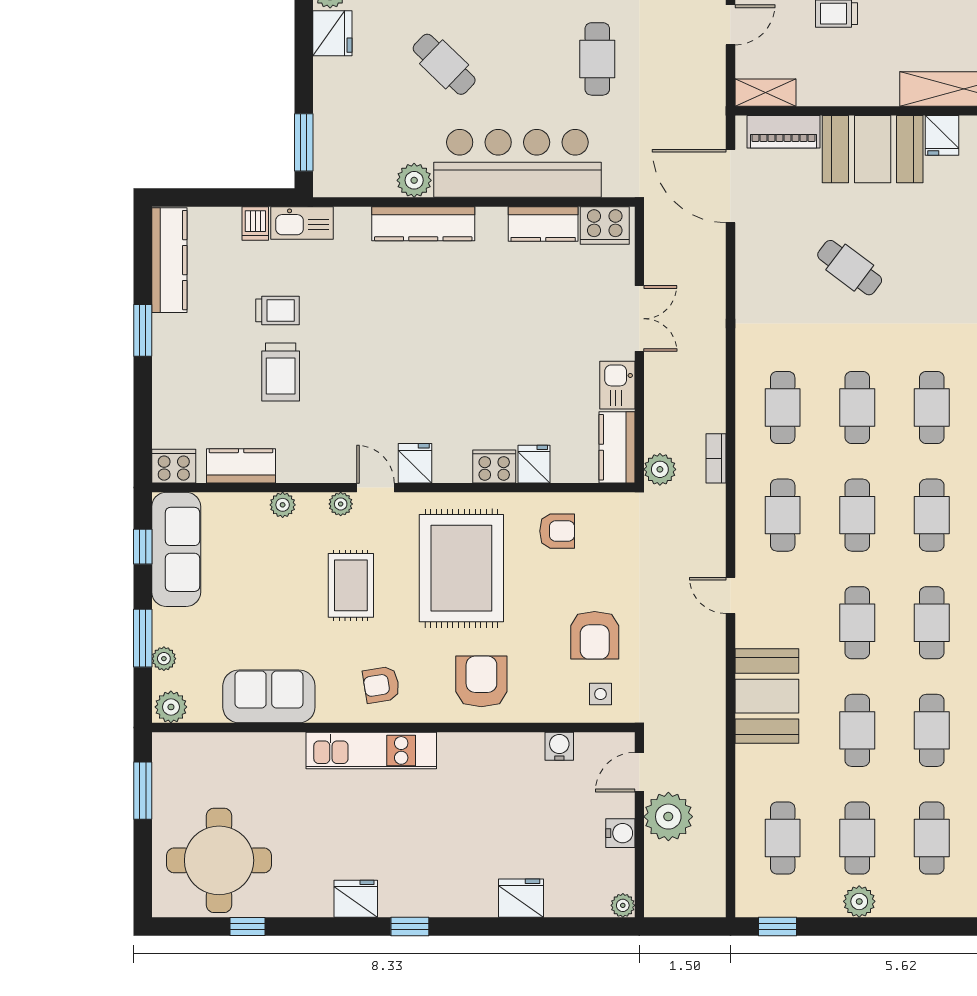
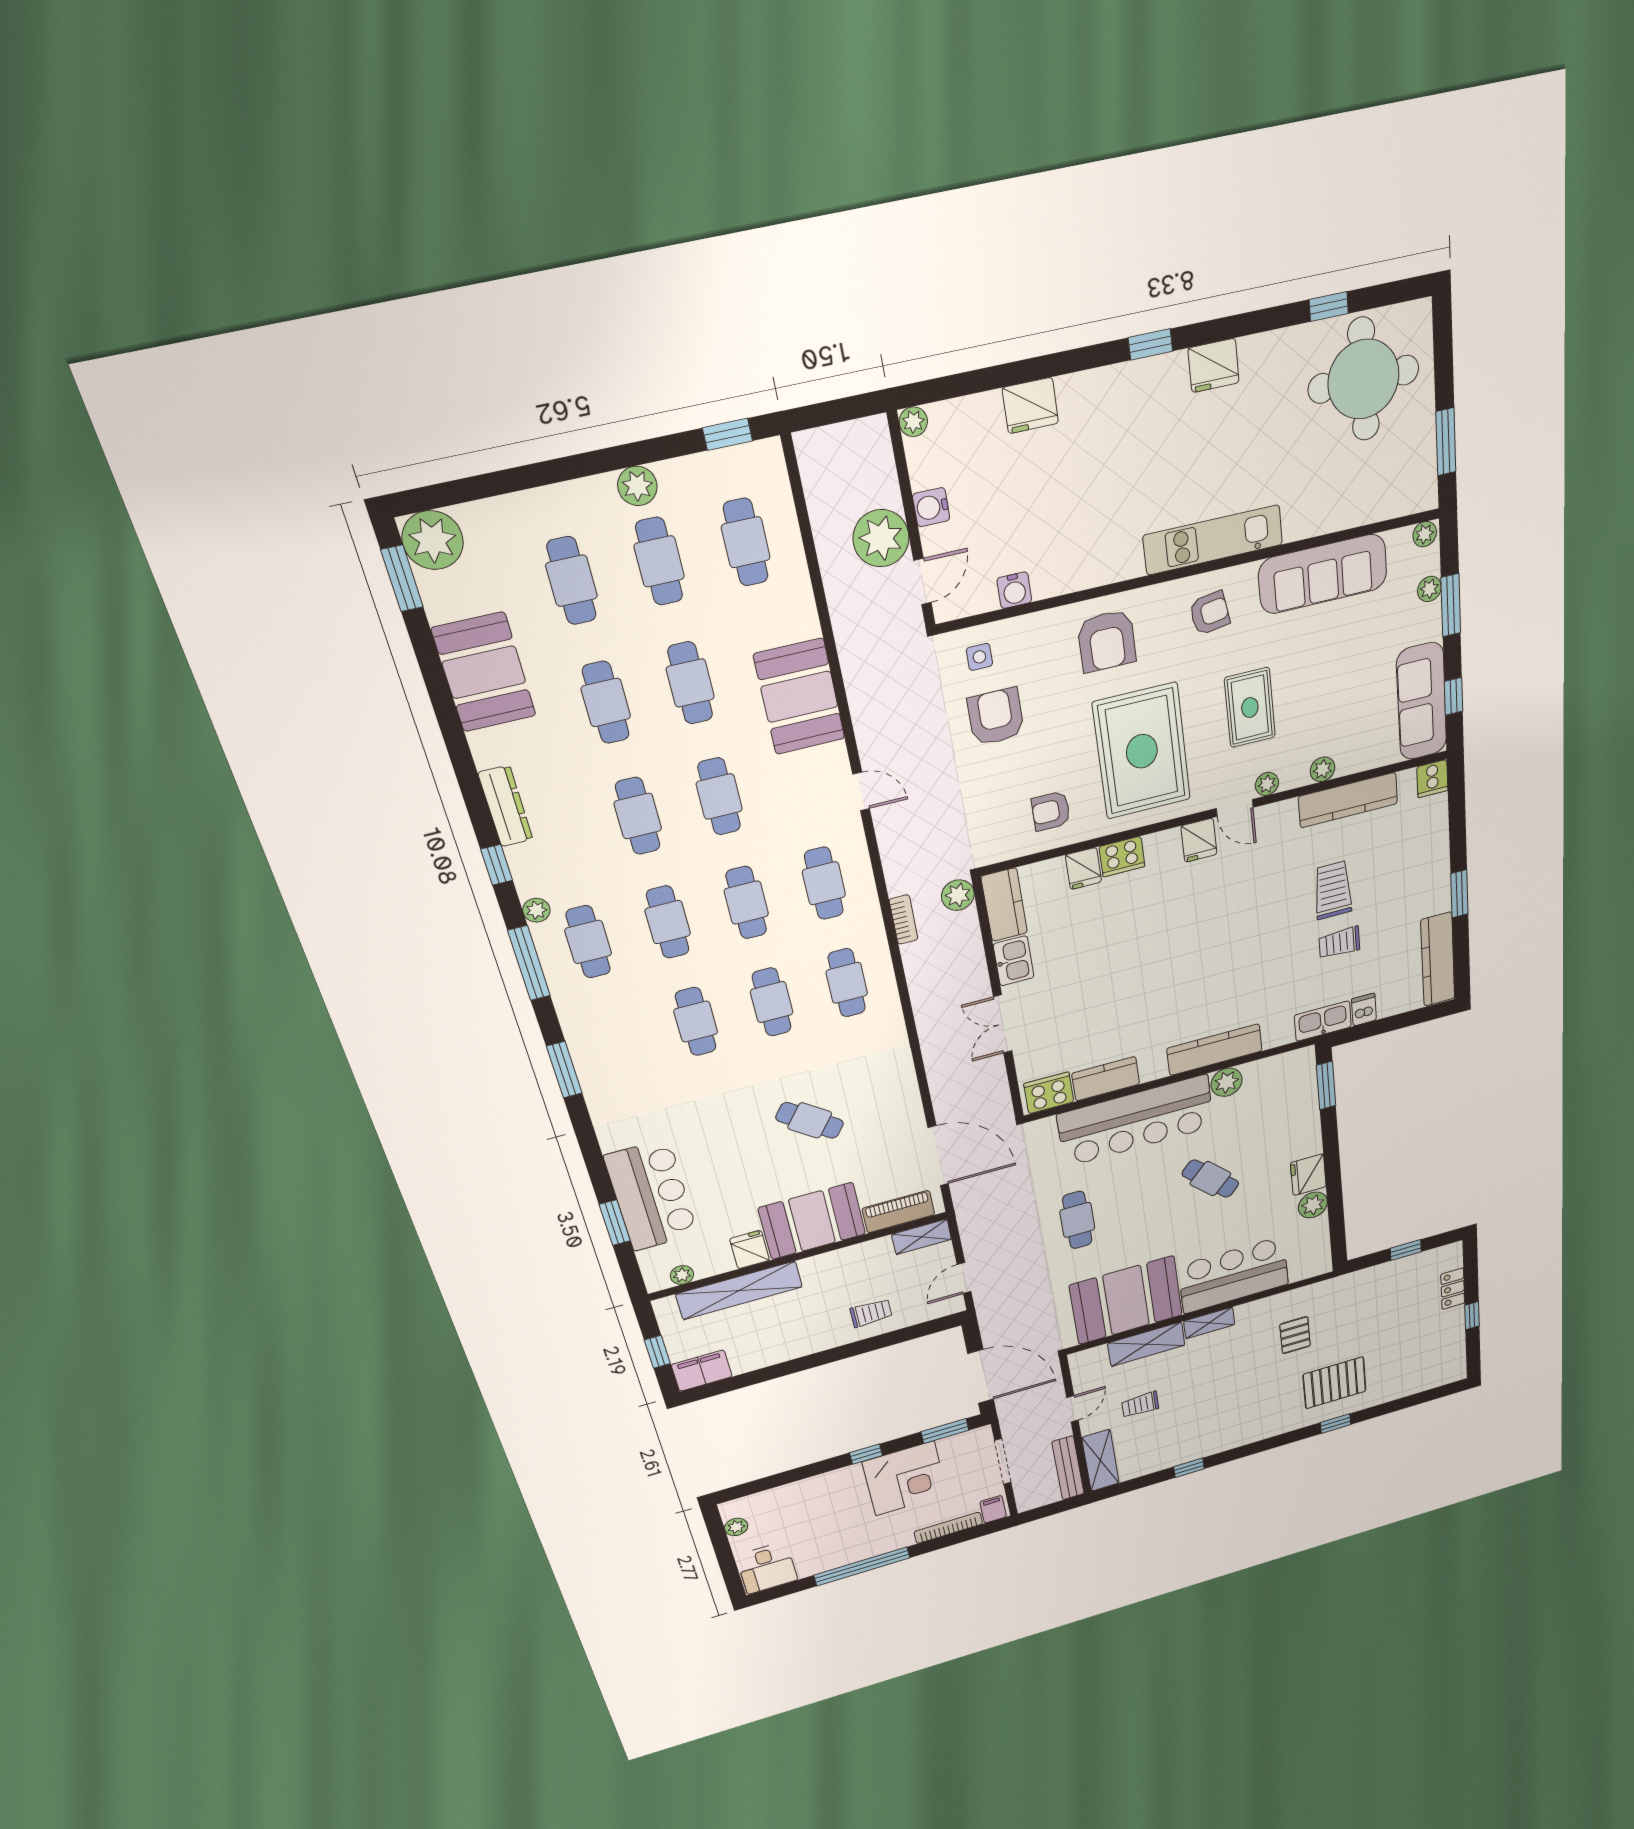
cooker: (174, 466) -> (1432, 779), width x0.73
kitchen counter: (241, 466) -> (1348, 800), width x1.50
sofa: (269, 696) -> (1323, 574), width x1.36
plant: (171, 707) -> (1425, 534), width x0.73, depth x0.73

